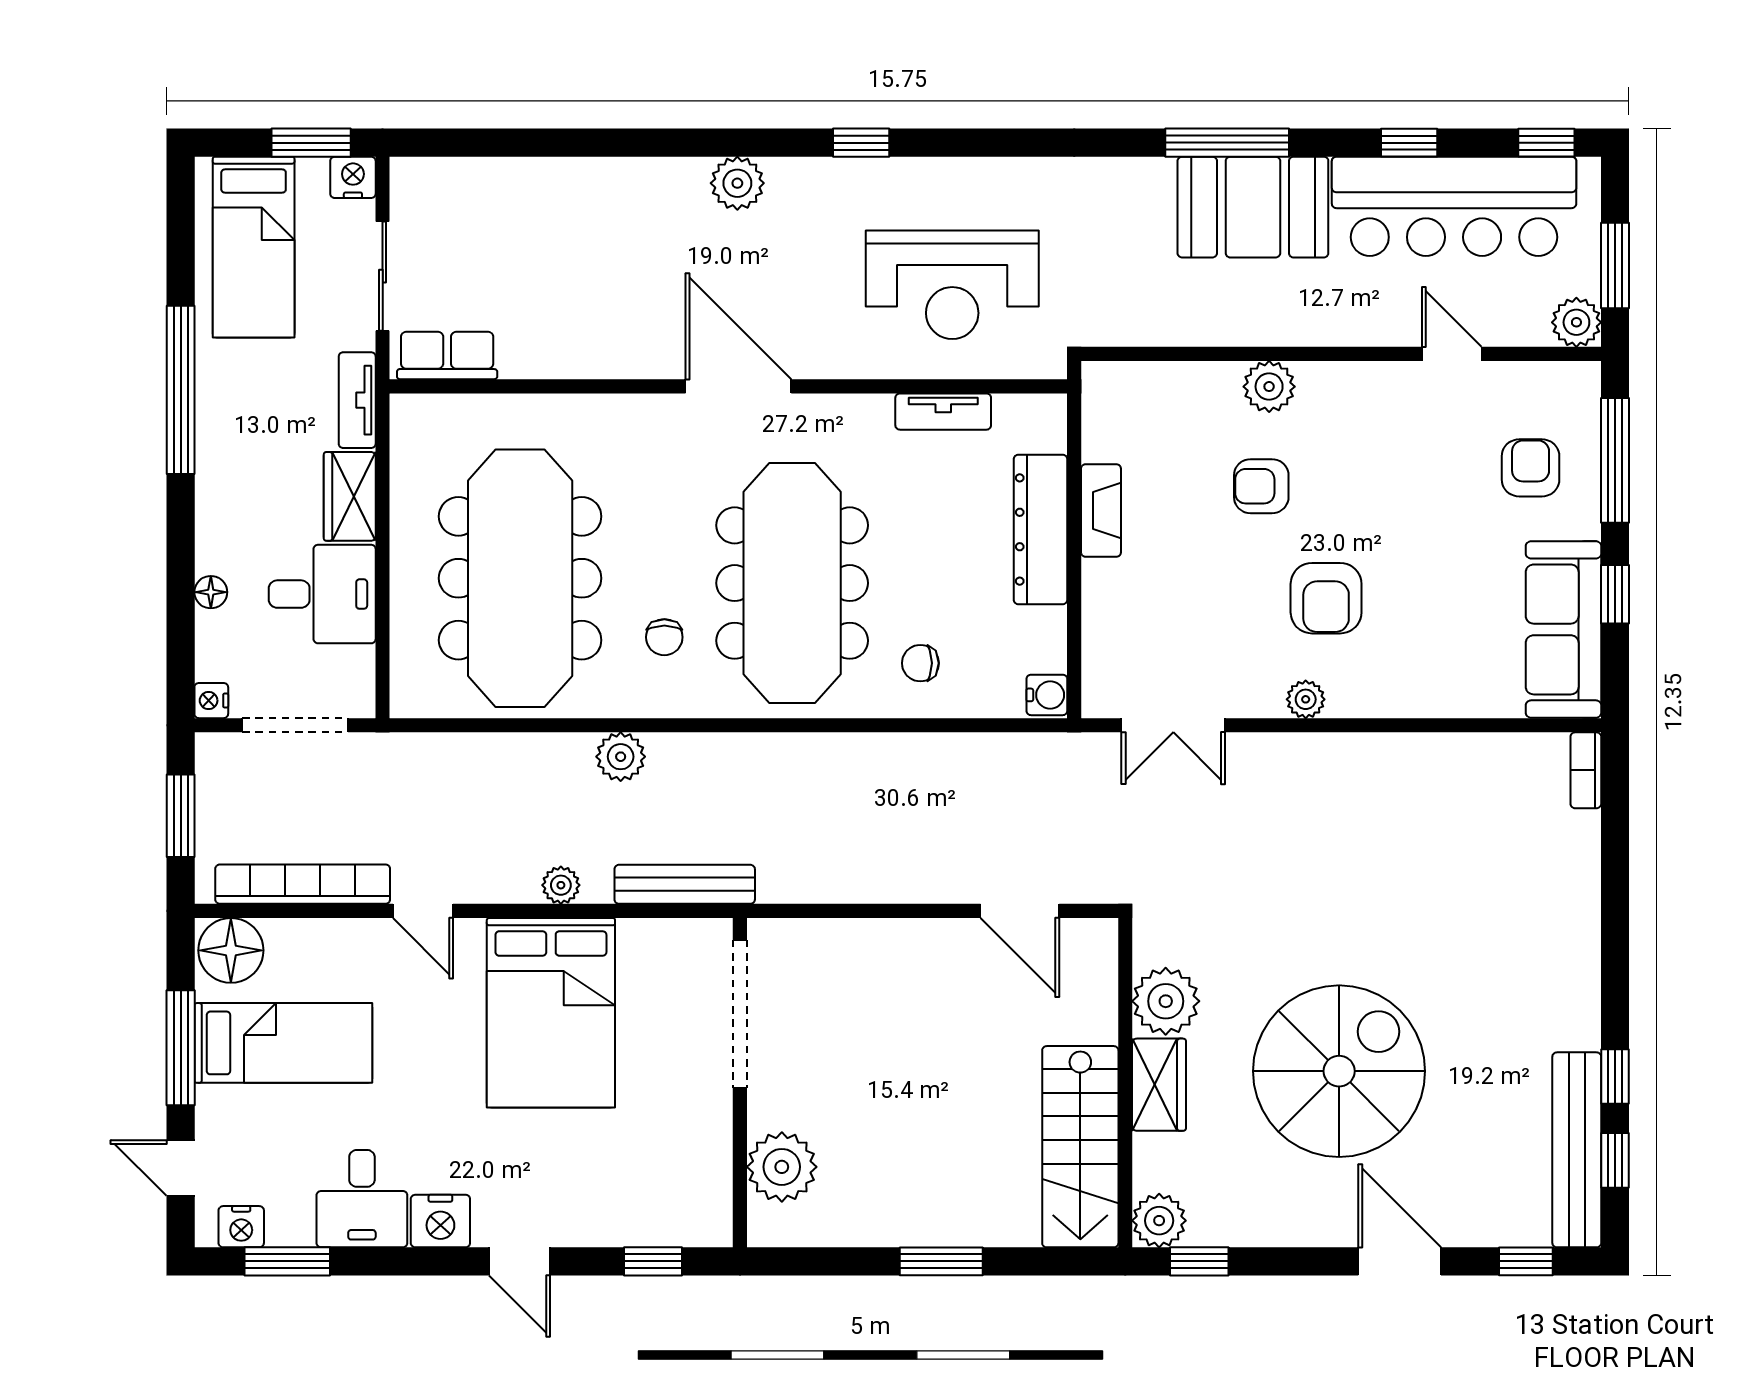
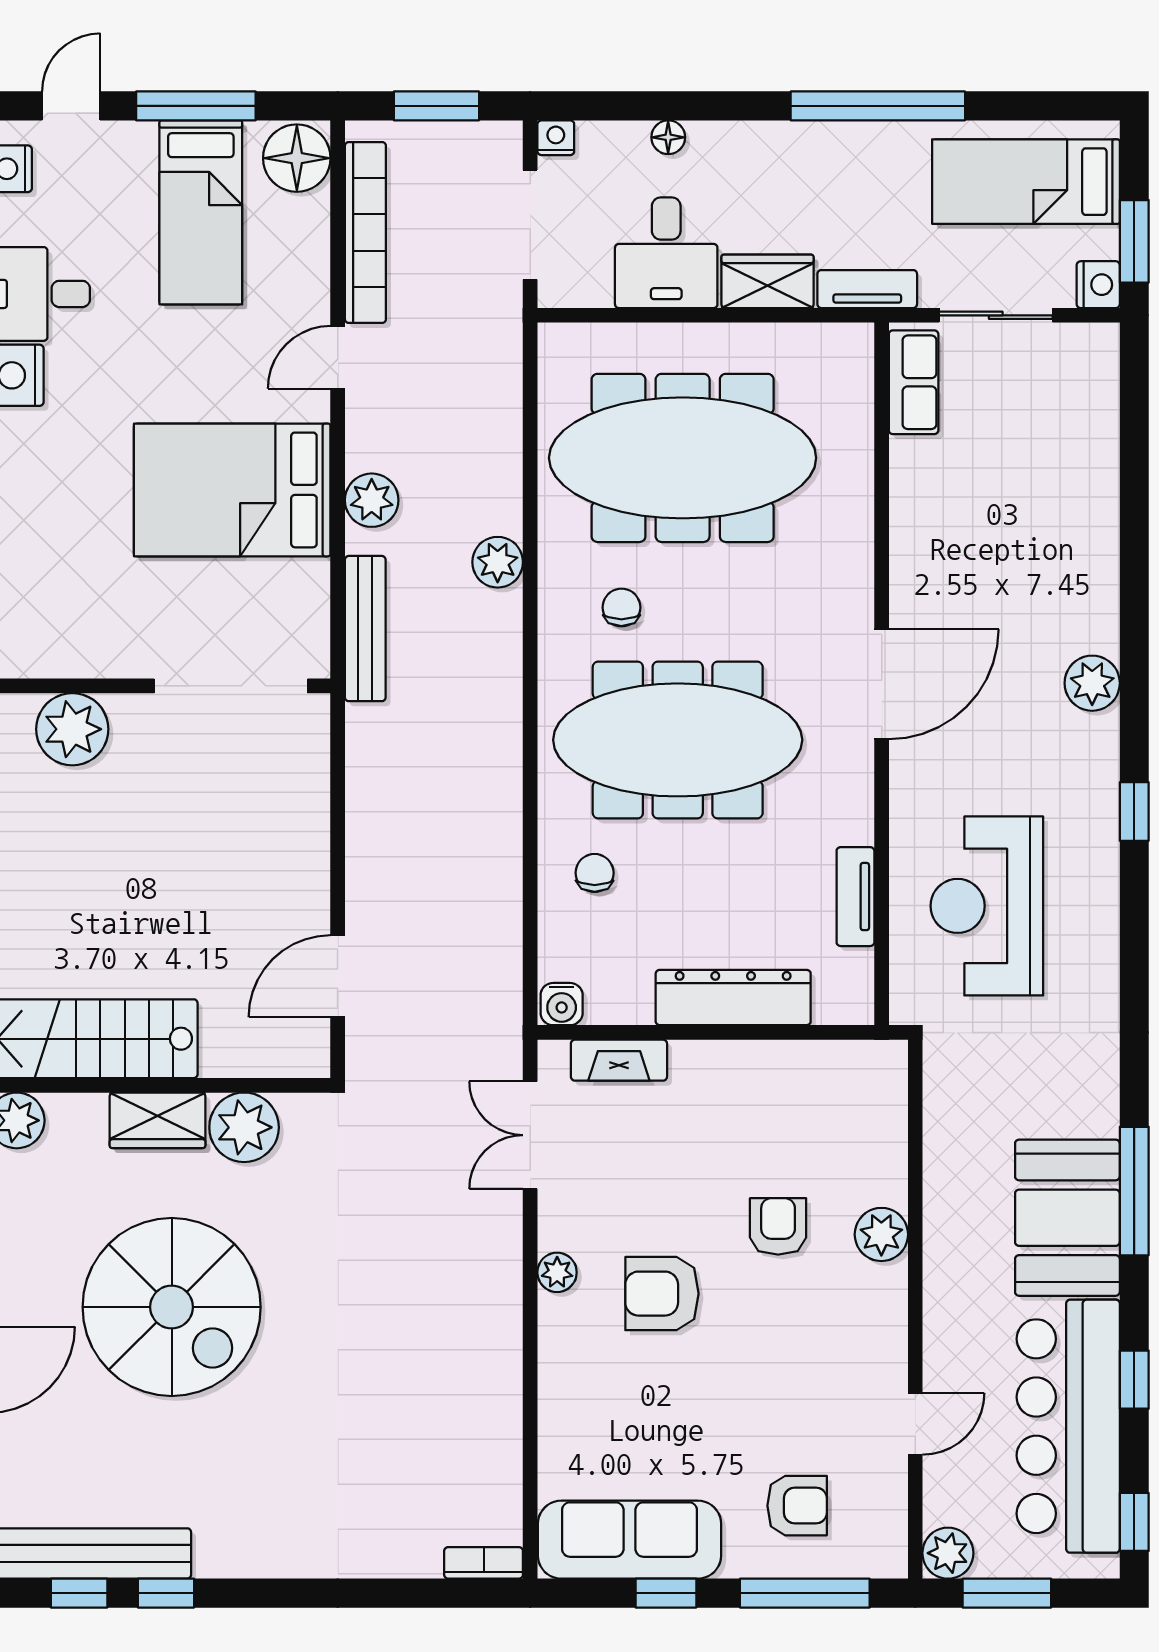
fireplace: (1101, 510) -> (619, 1060), moved
chair: (664, 637) -> (621, 607), turned 90
plant: (561, 885) -> (372, 500), width x1.38, depth x1.38

